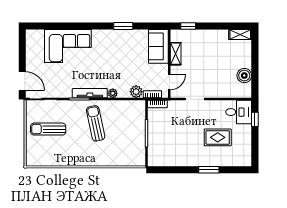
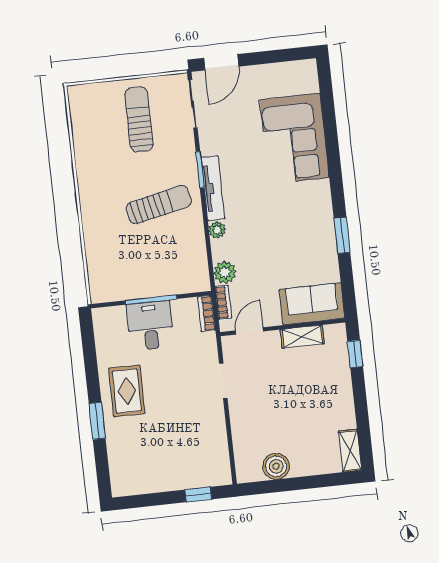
door: (169, 82) -> (249, 331), swing flipped
desk: (239, 112) -> (150, 326), moved, turned 180
rug: (218, 137) -> (127, 391), moved

